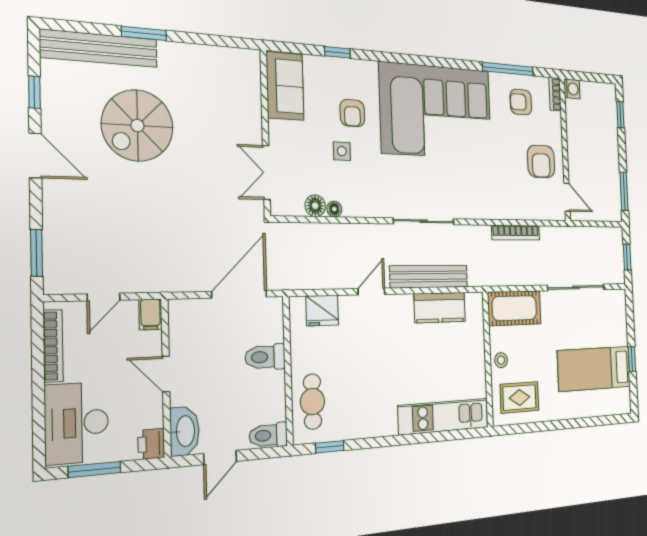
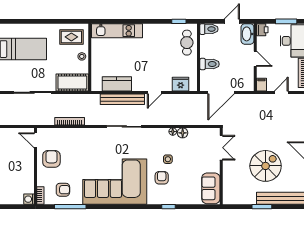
sofa: (285, 86) -> (211, 188), moved
wall: (265, 133) -> (221, 166), moved
double door: (266, 173) -> (221, 148), moved

